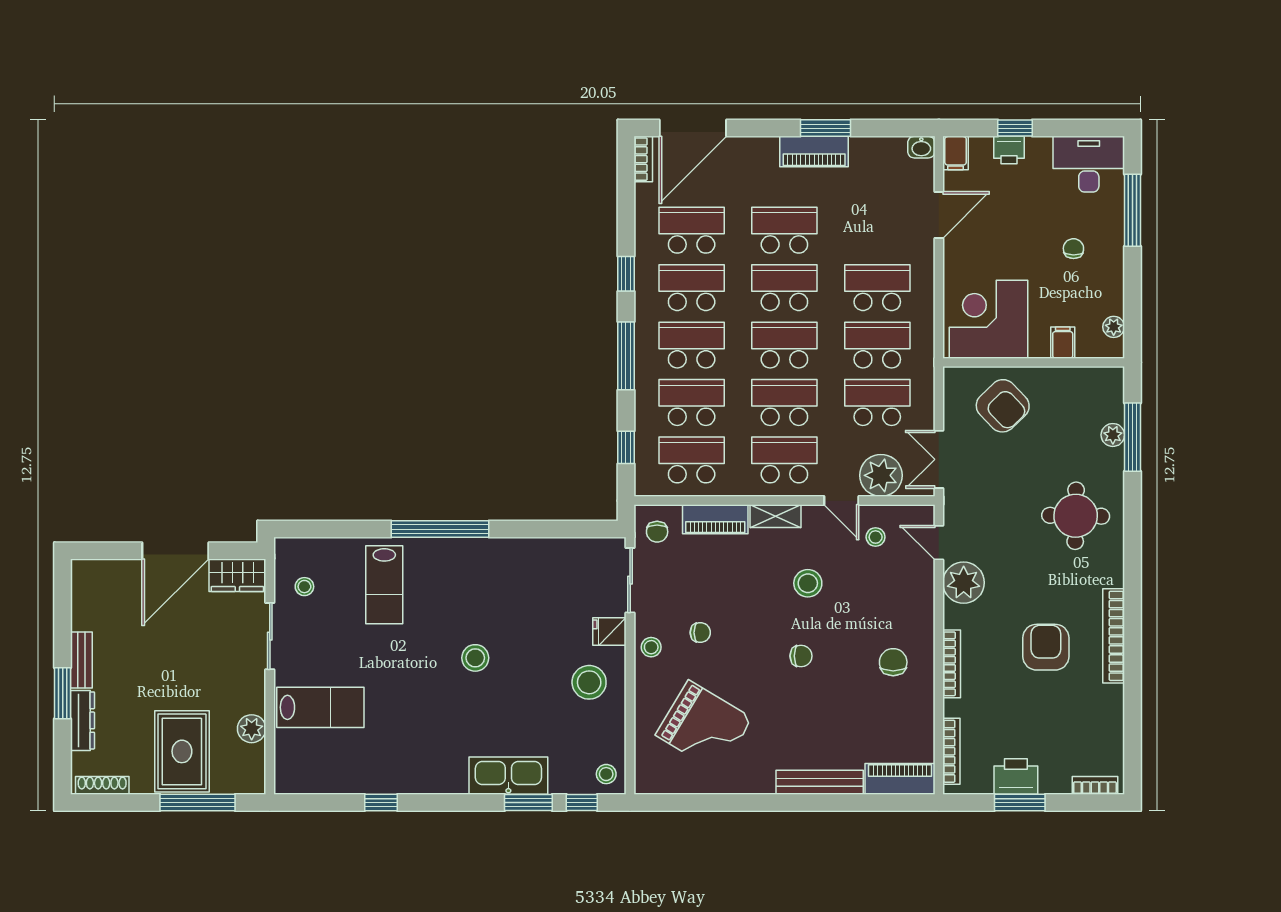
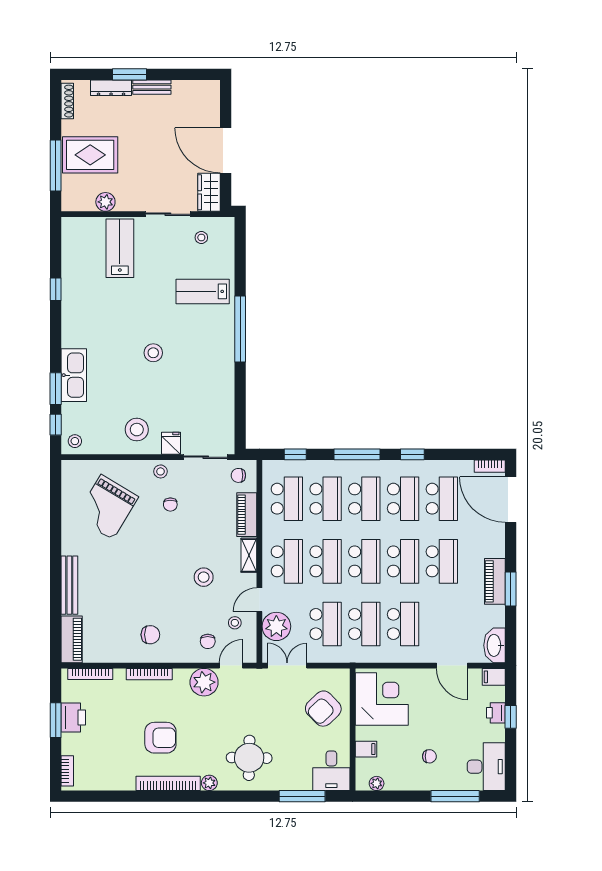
washbasin: (921, 147) -> (495, 645), width x1.91, depth x1.45
desk: (1095, 394) -> (331, 771), added
plant: (1113, 435) -> (209, 783), moved
chair: (801, 656) -> (208, 641), moved
lab bench: (320, 707) -> (120, 248), turned 180

